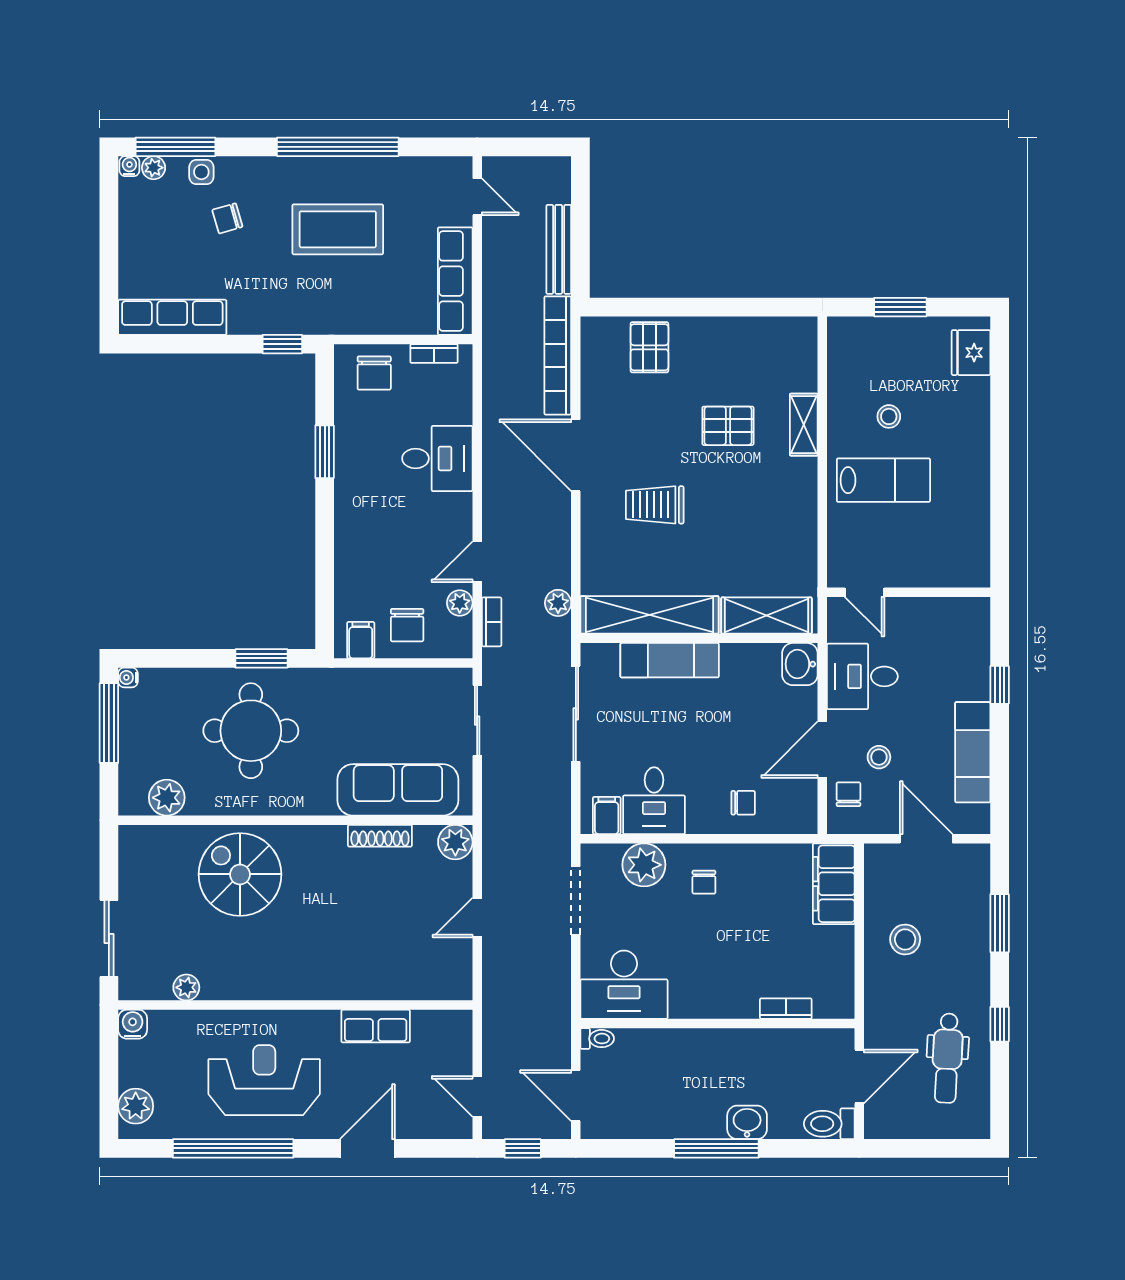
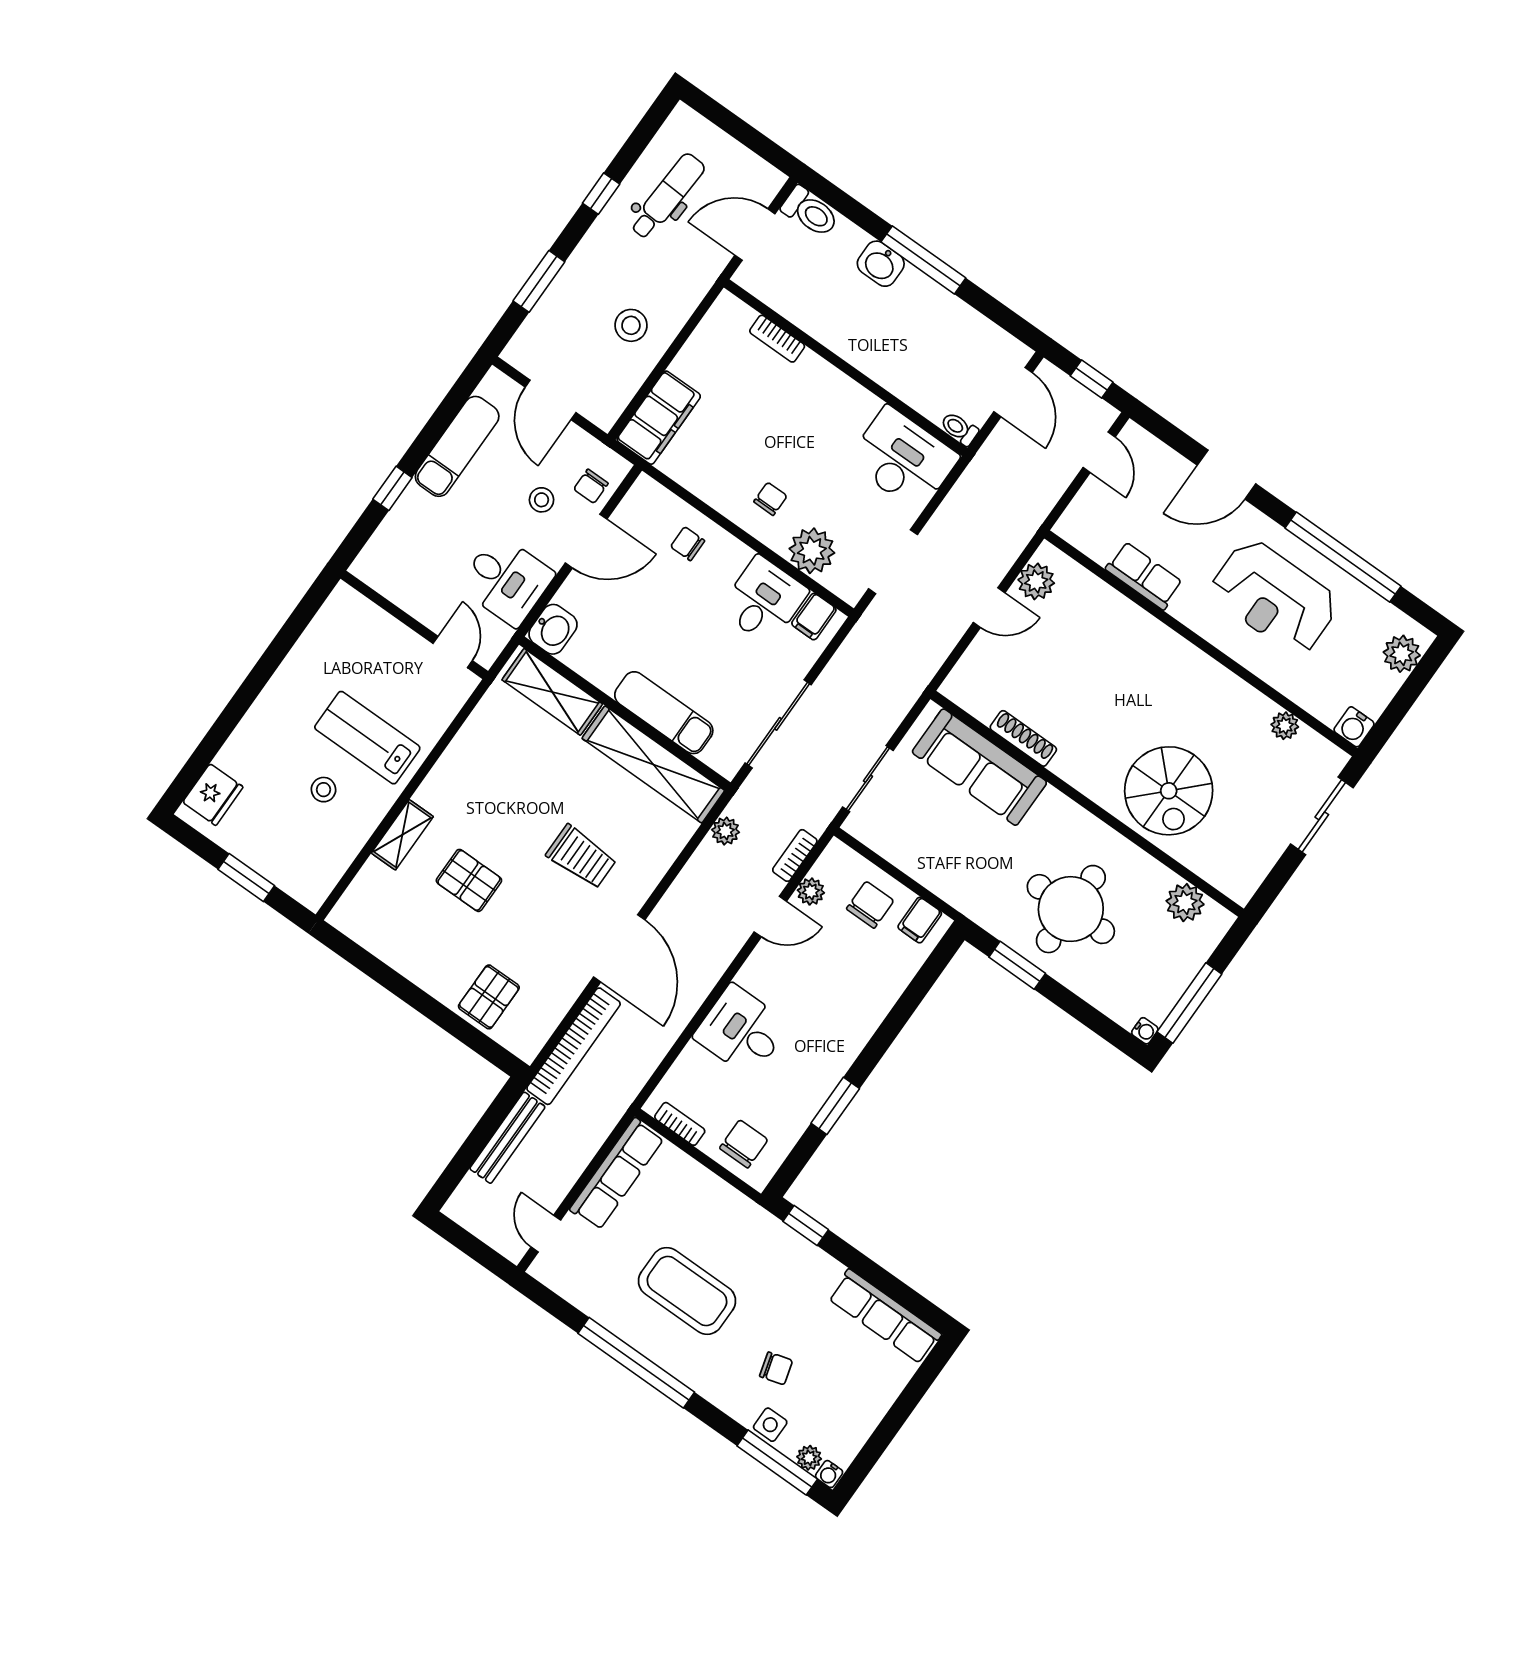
plant: (455, 842) -> (1036, 581), moved

